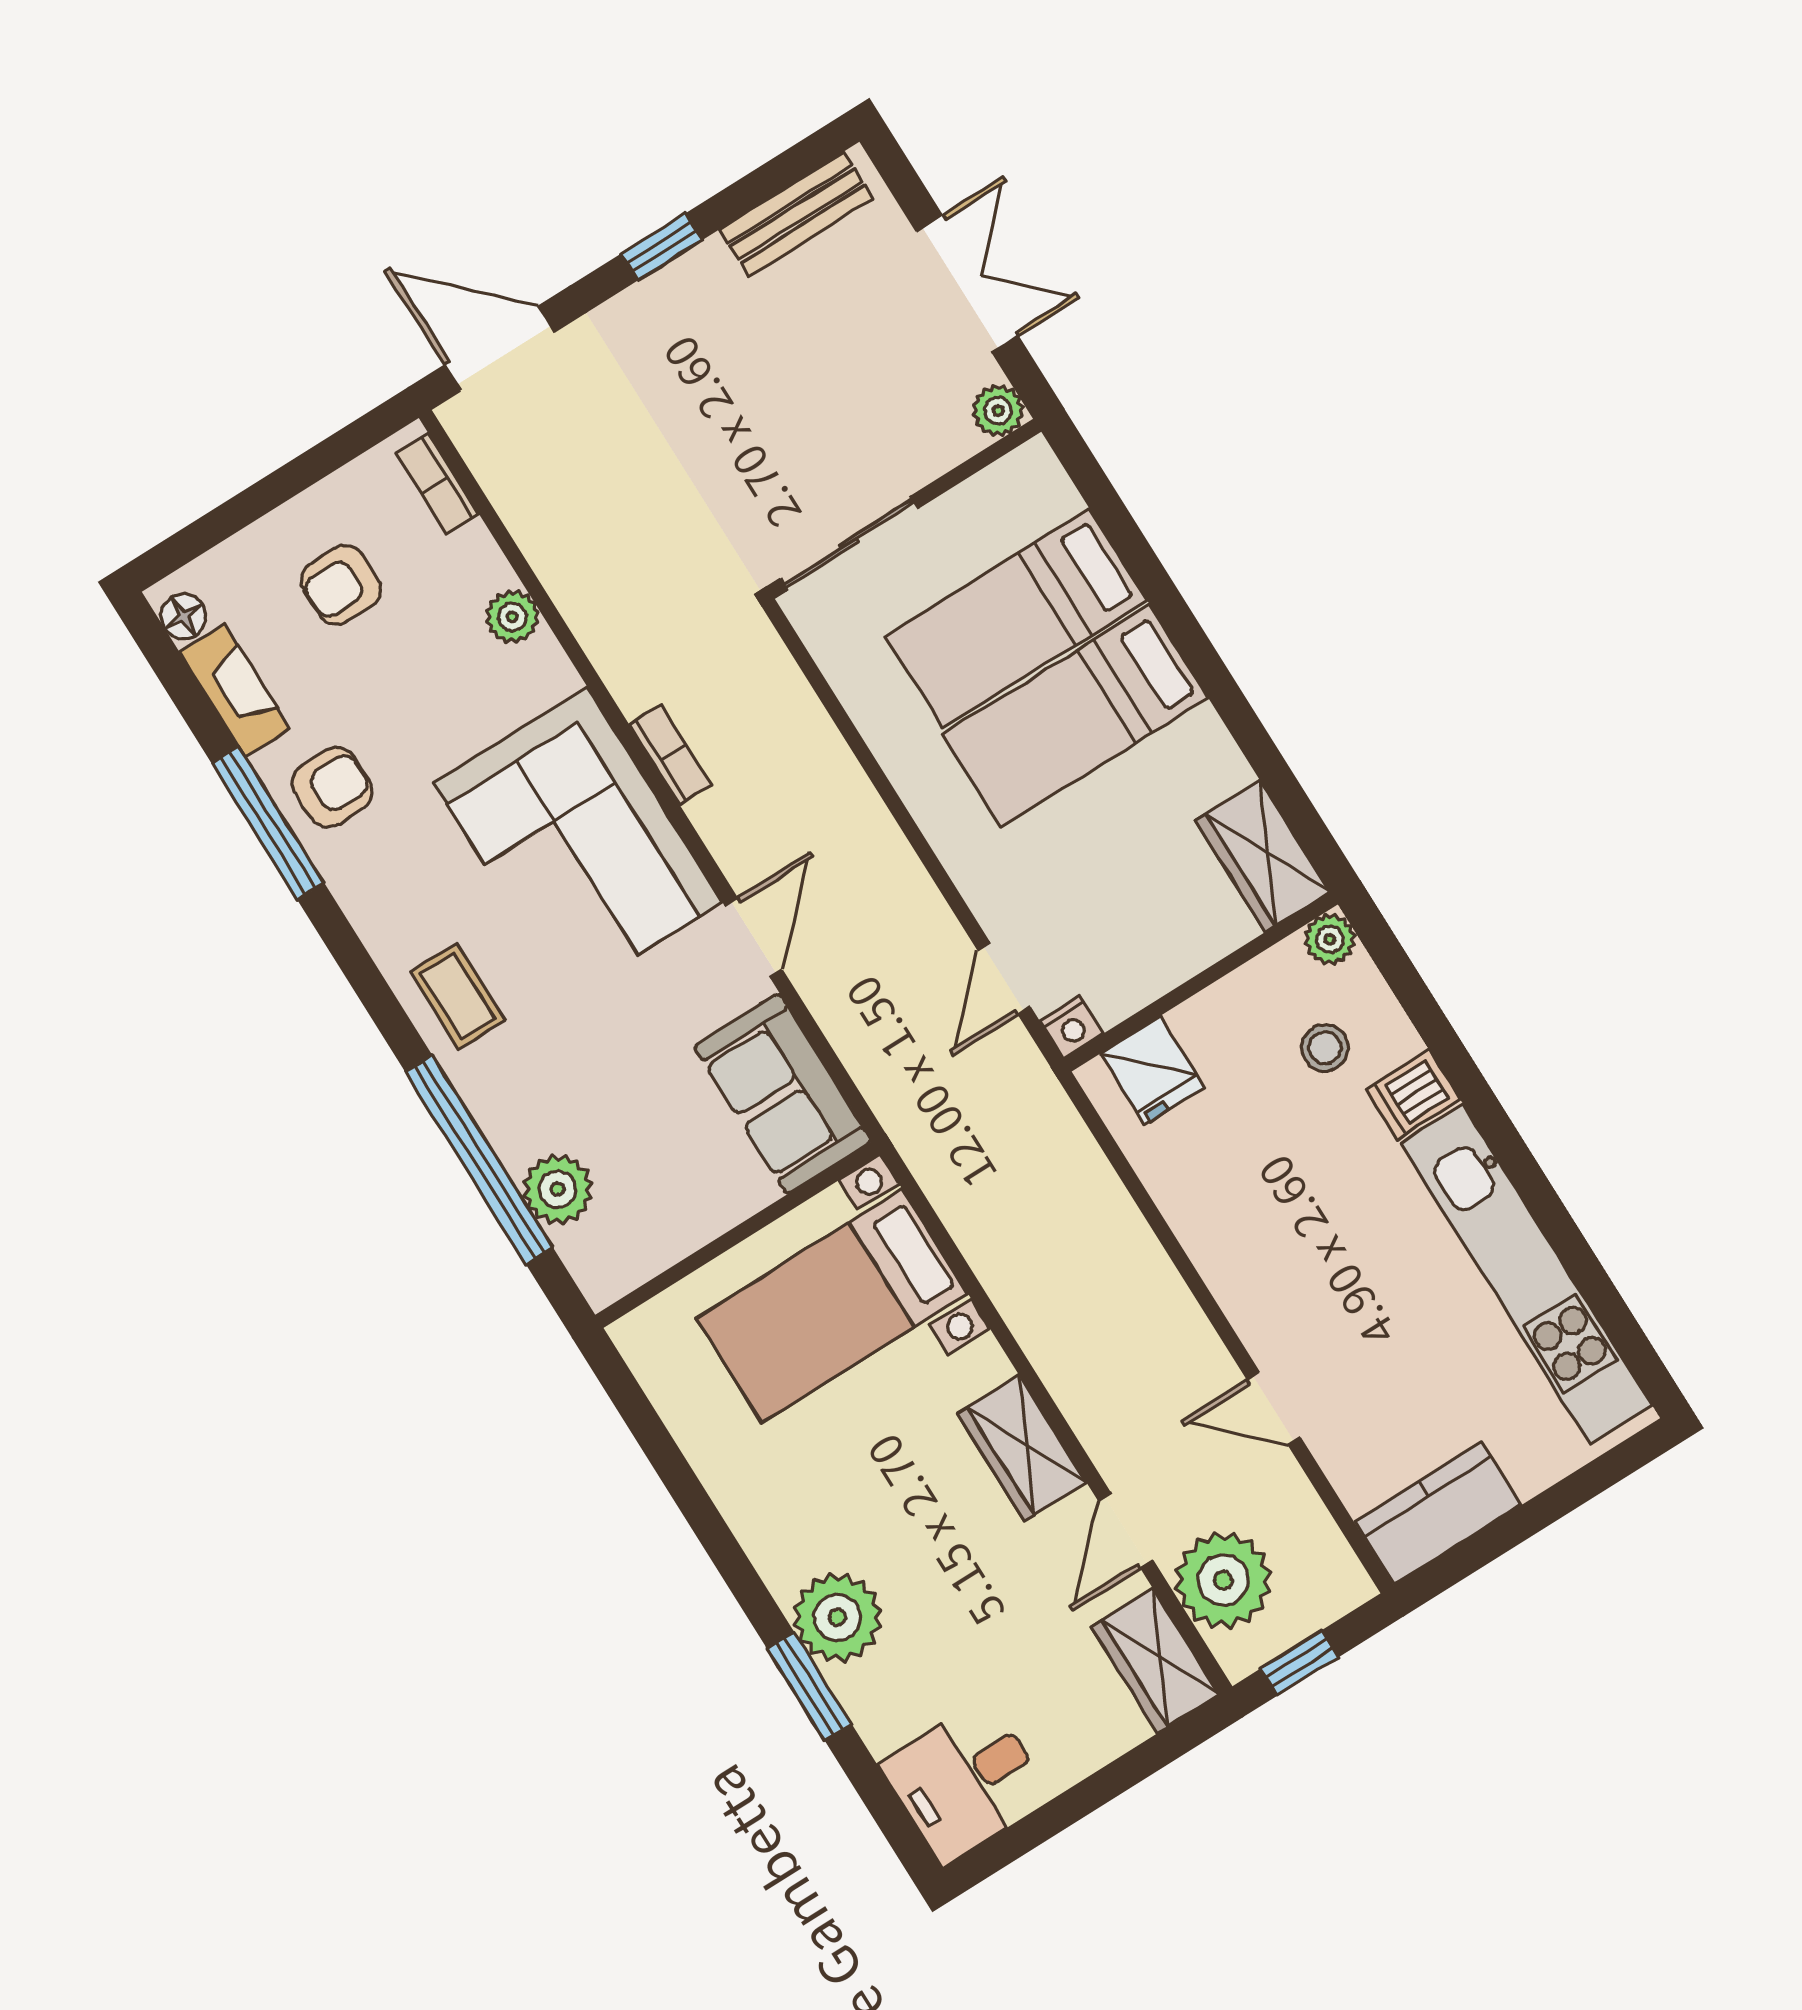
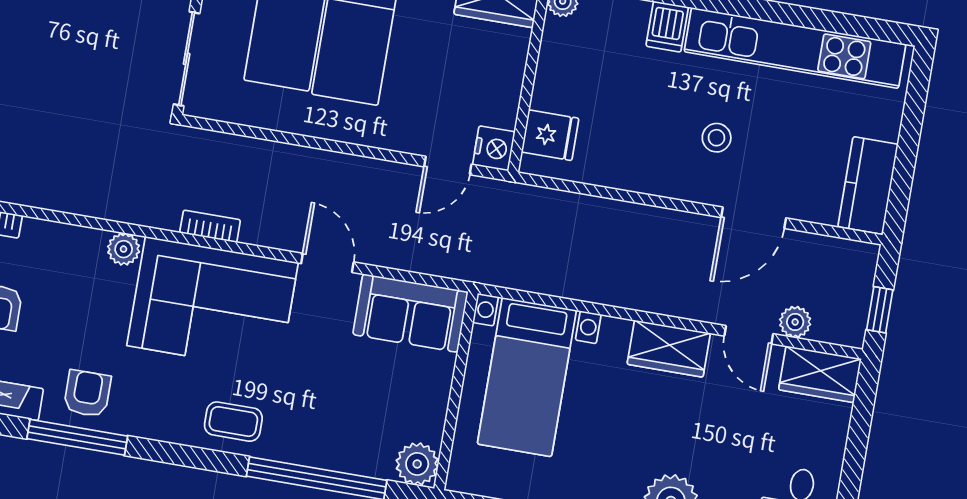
plant: (512, 617) -> (124, 249), moved
door: (1004, 978) -> (448, 165), hinge flipped
nightstand: (1071, 1027) -> (494, 148), width x1.39, depth x1.35
stool: (1325, 1048) -> (717, 138), moved
plant: (558, 1189) -> (417, 464), moved
door: (1274, 1409) -> (754, 218), width x1.38
plant: (1223, 1580) -> (795, 322), width x0.53, depth x0.53

